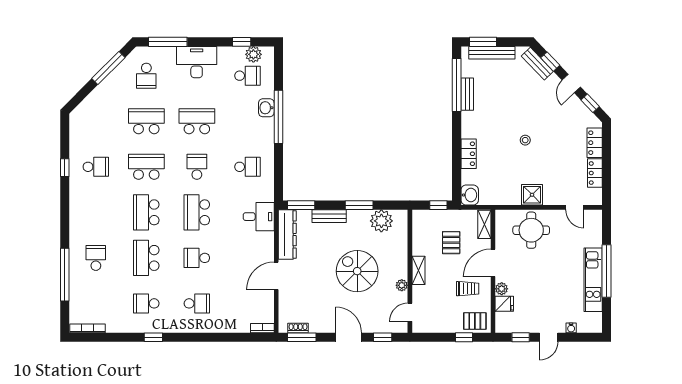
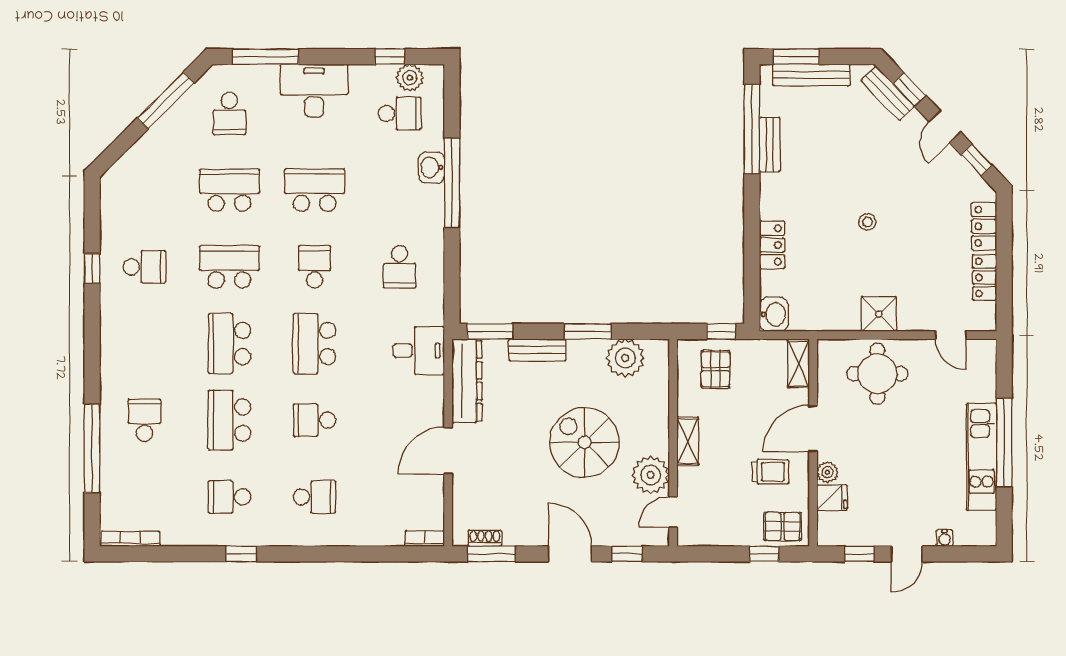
school desk: (247, 167) -> (400, 267), turned 90
pallet: (451, 243) -> (715, 369), moved
plant: (402, 285) -> (651, 475), width x1.88, depth x1.88

